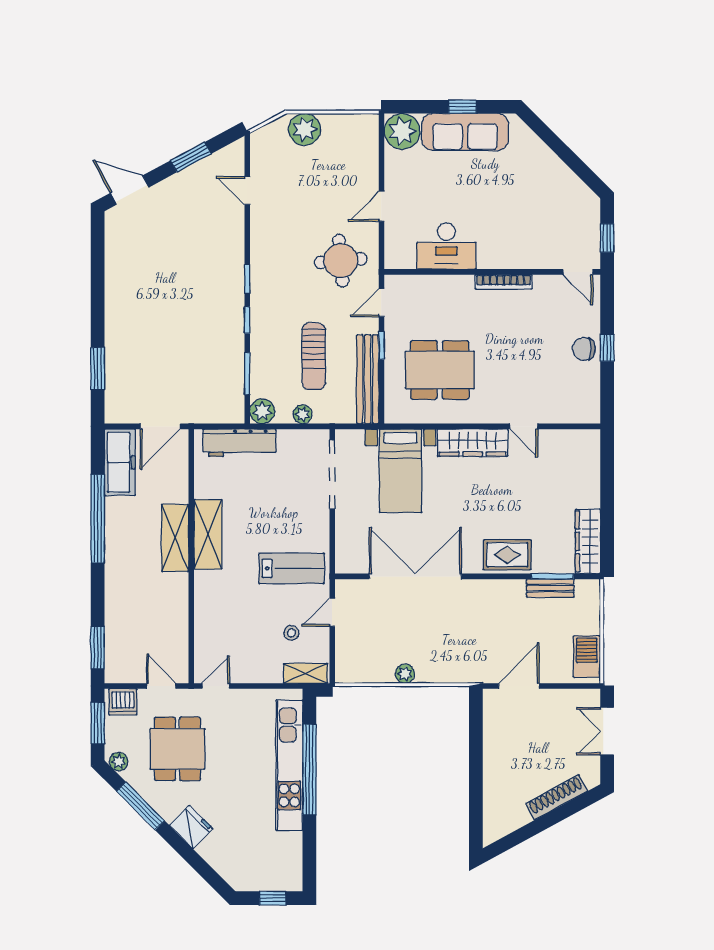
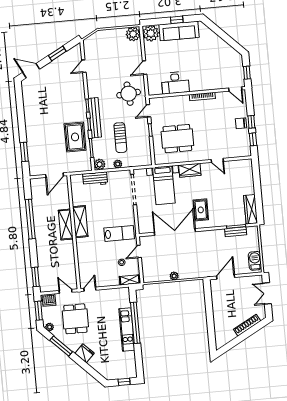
plant: (305, 129) -> (133, 34), moved
door: (247, 191) -> (84, 66), hinge flipped
rug: (213, 346) -> (75, 137), added
bench: (368, 379) -> (95, 118), moved
window: (607, 387) -> (253, 139), added
workbench: (240, 443) -> (95, 179), width x0.73
wardrobe: (473, 443) -> (190, 170), width x0.67
freezer: (120, 462) -> (38, 193), removed
rug: (507, 555) -> (201, 210), moved, turned 90
kitchen unit: (289, 765) -> (127, 329), width x0.73

